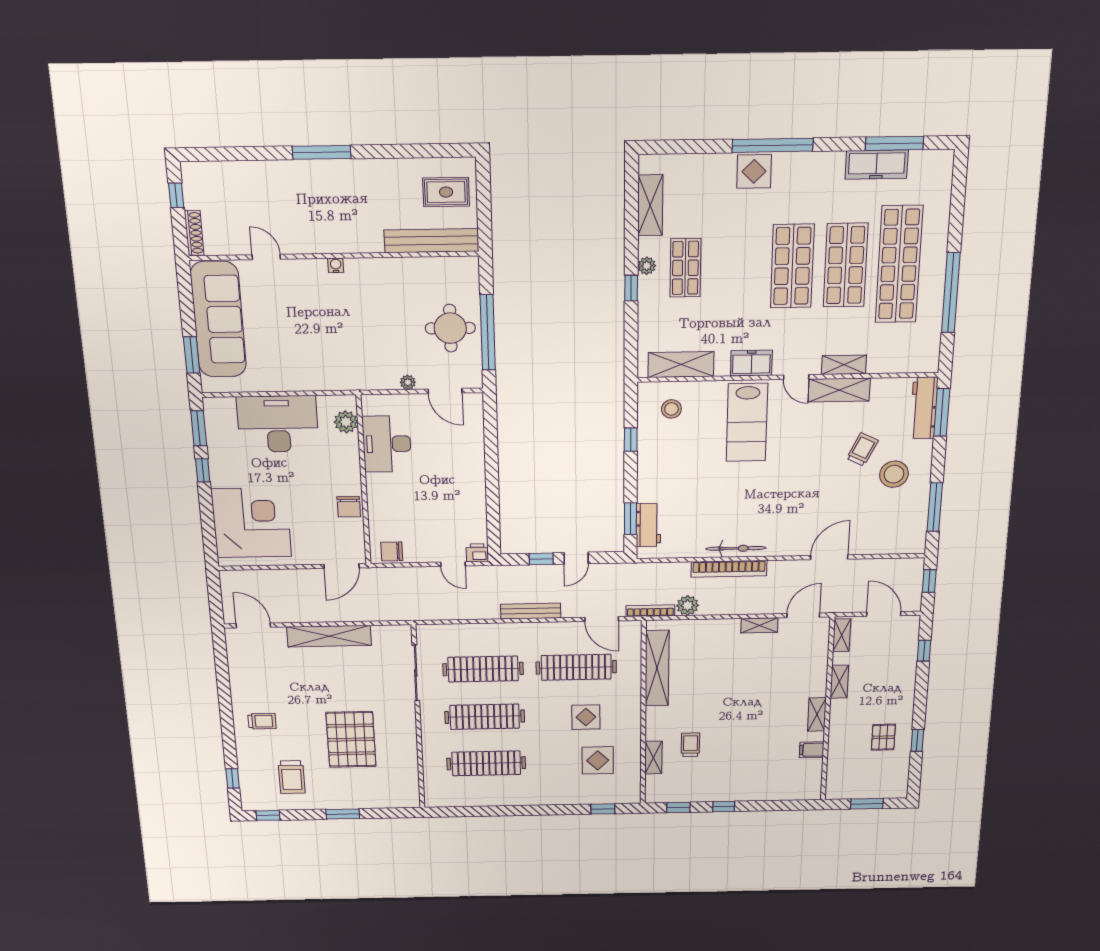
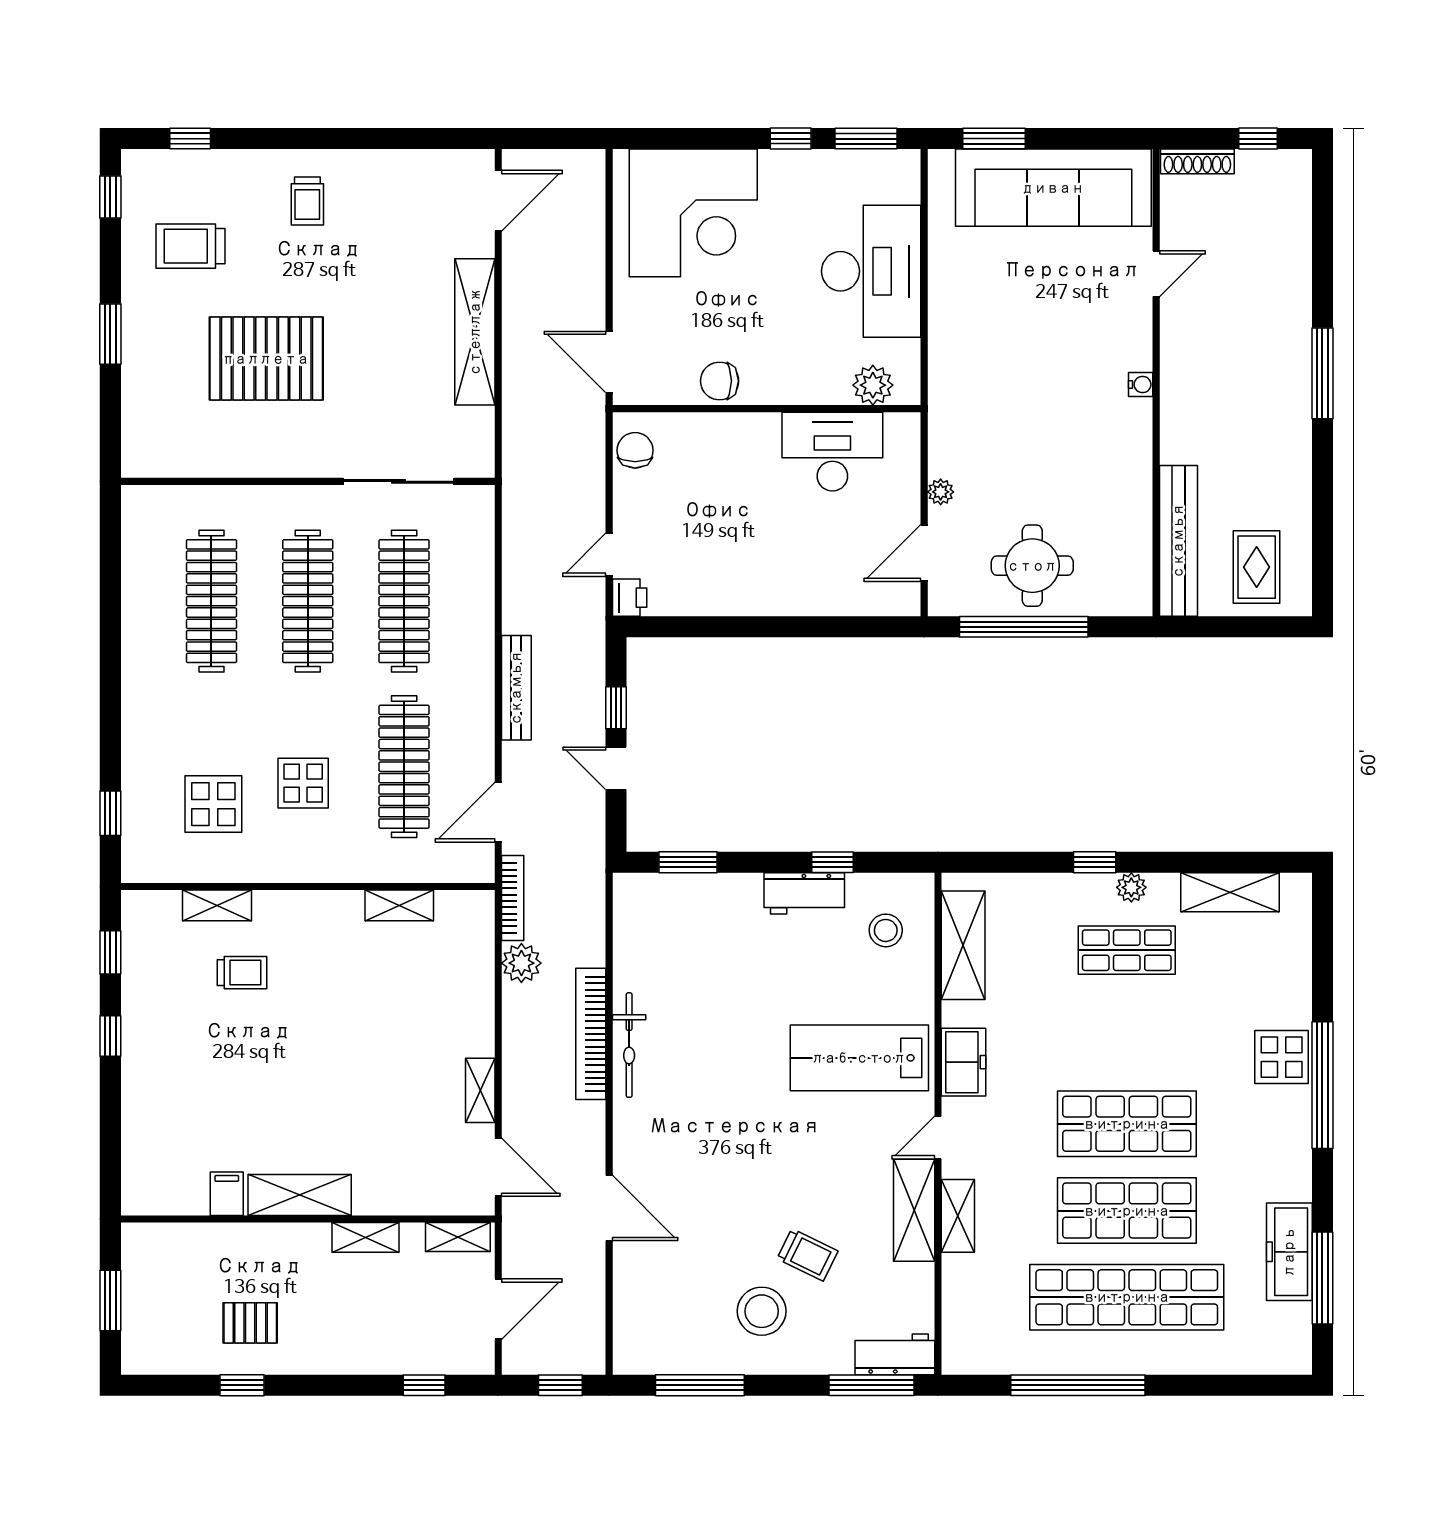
workbench: (924, 408) -> (895, 1354), width x0.73
workbench: (648, 525) -> (804, 893), moved
shelving: (657, 668) -> (399, 905), width x0.45, depth x0.75
shelving: (817, 714) -> (300, 1195), width x1.50, depth x1.33

